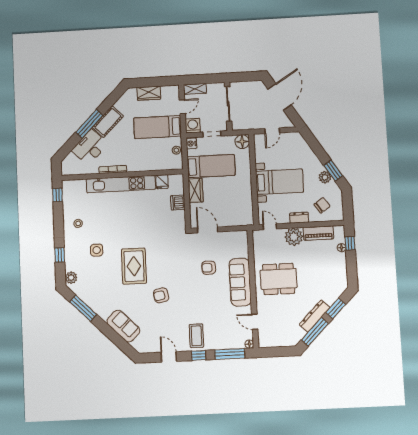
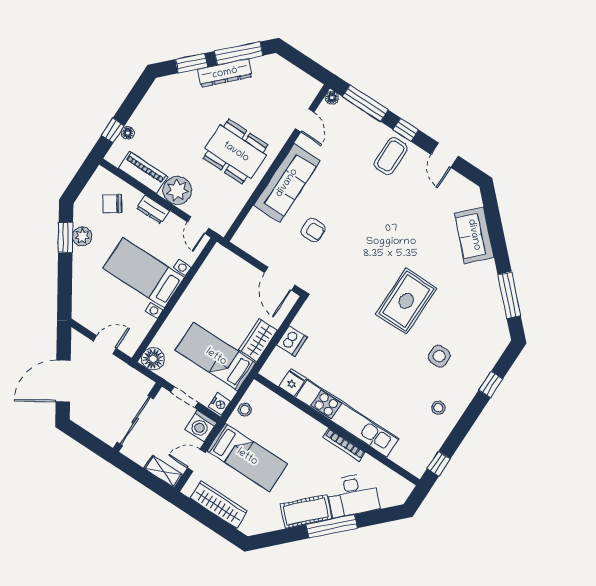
wardrobe: (149, 93) -> (219, 505), width x1.50
plant: (71, 278) -> (497, 345), removed
armchair: (161, 295) -> (399, 239), removed

